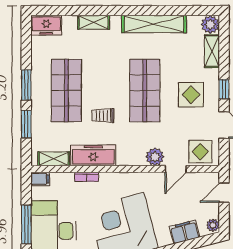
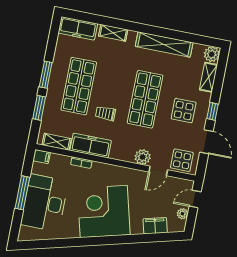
freezer: (46, 25) -> (78, 28), width x1.40
plant: (213, 225) -> (182, 214), moved

